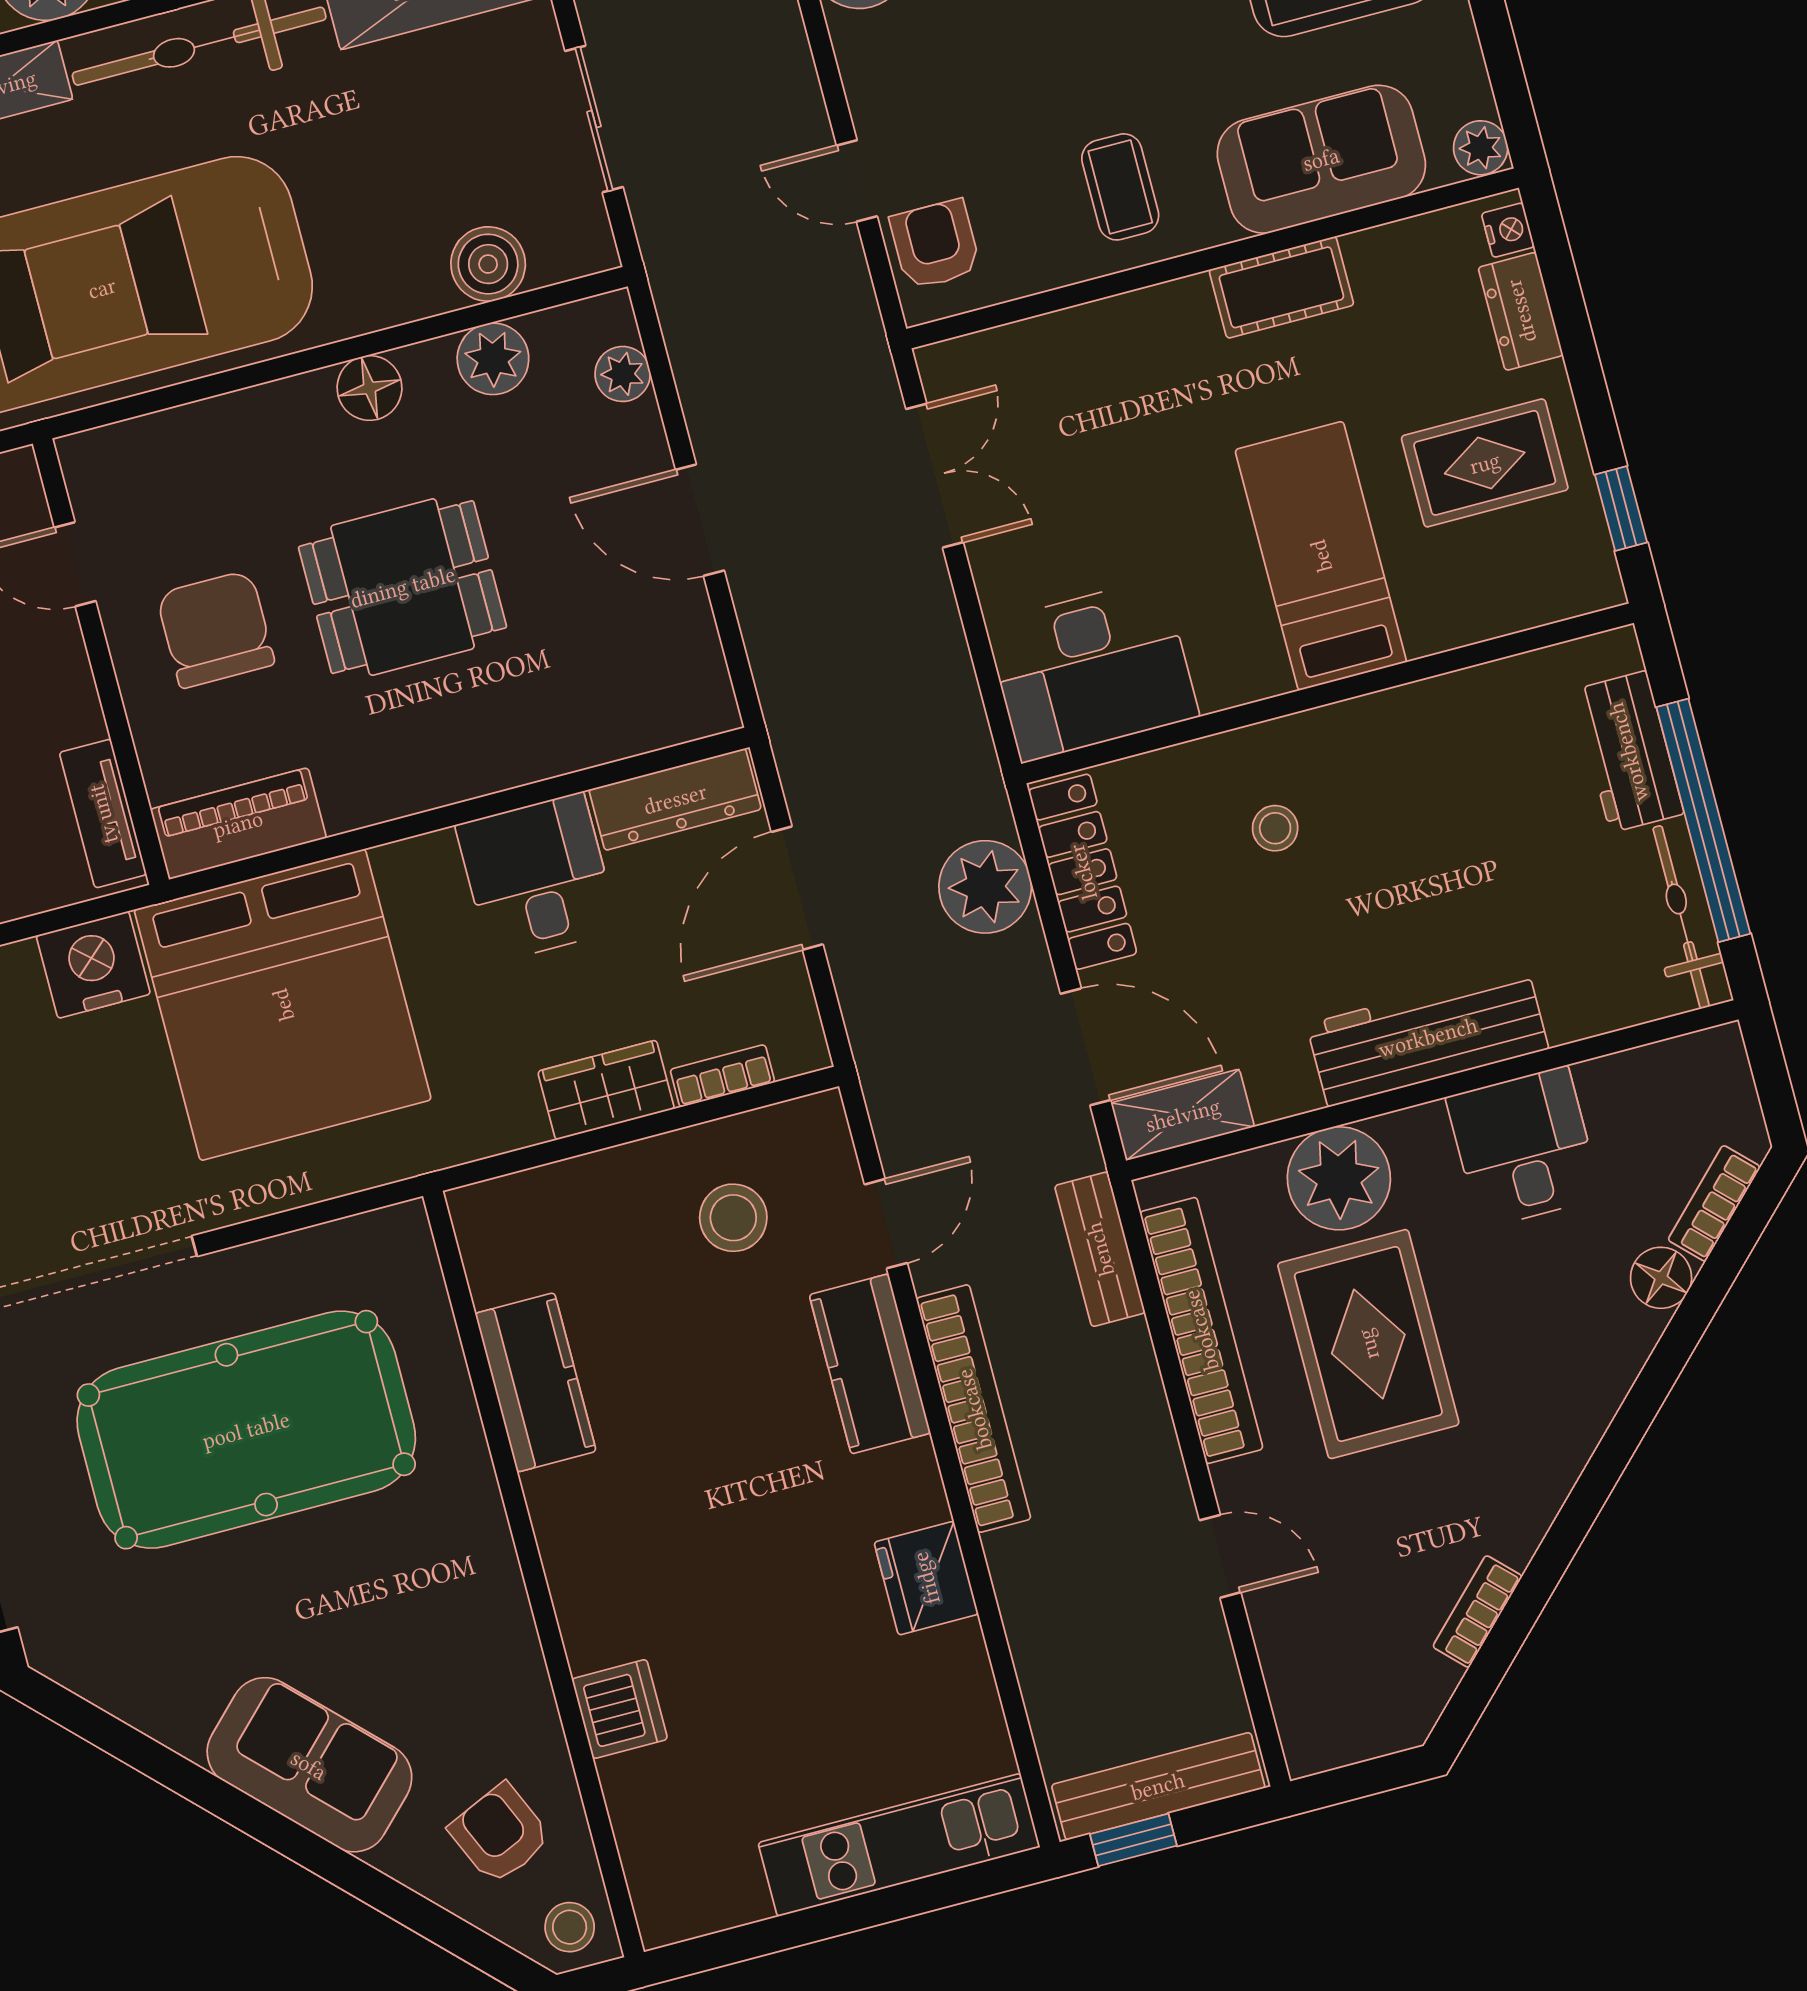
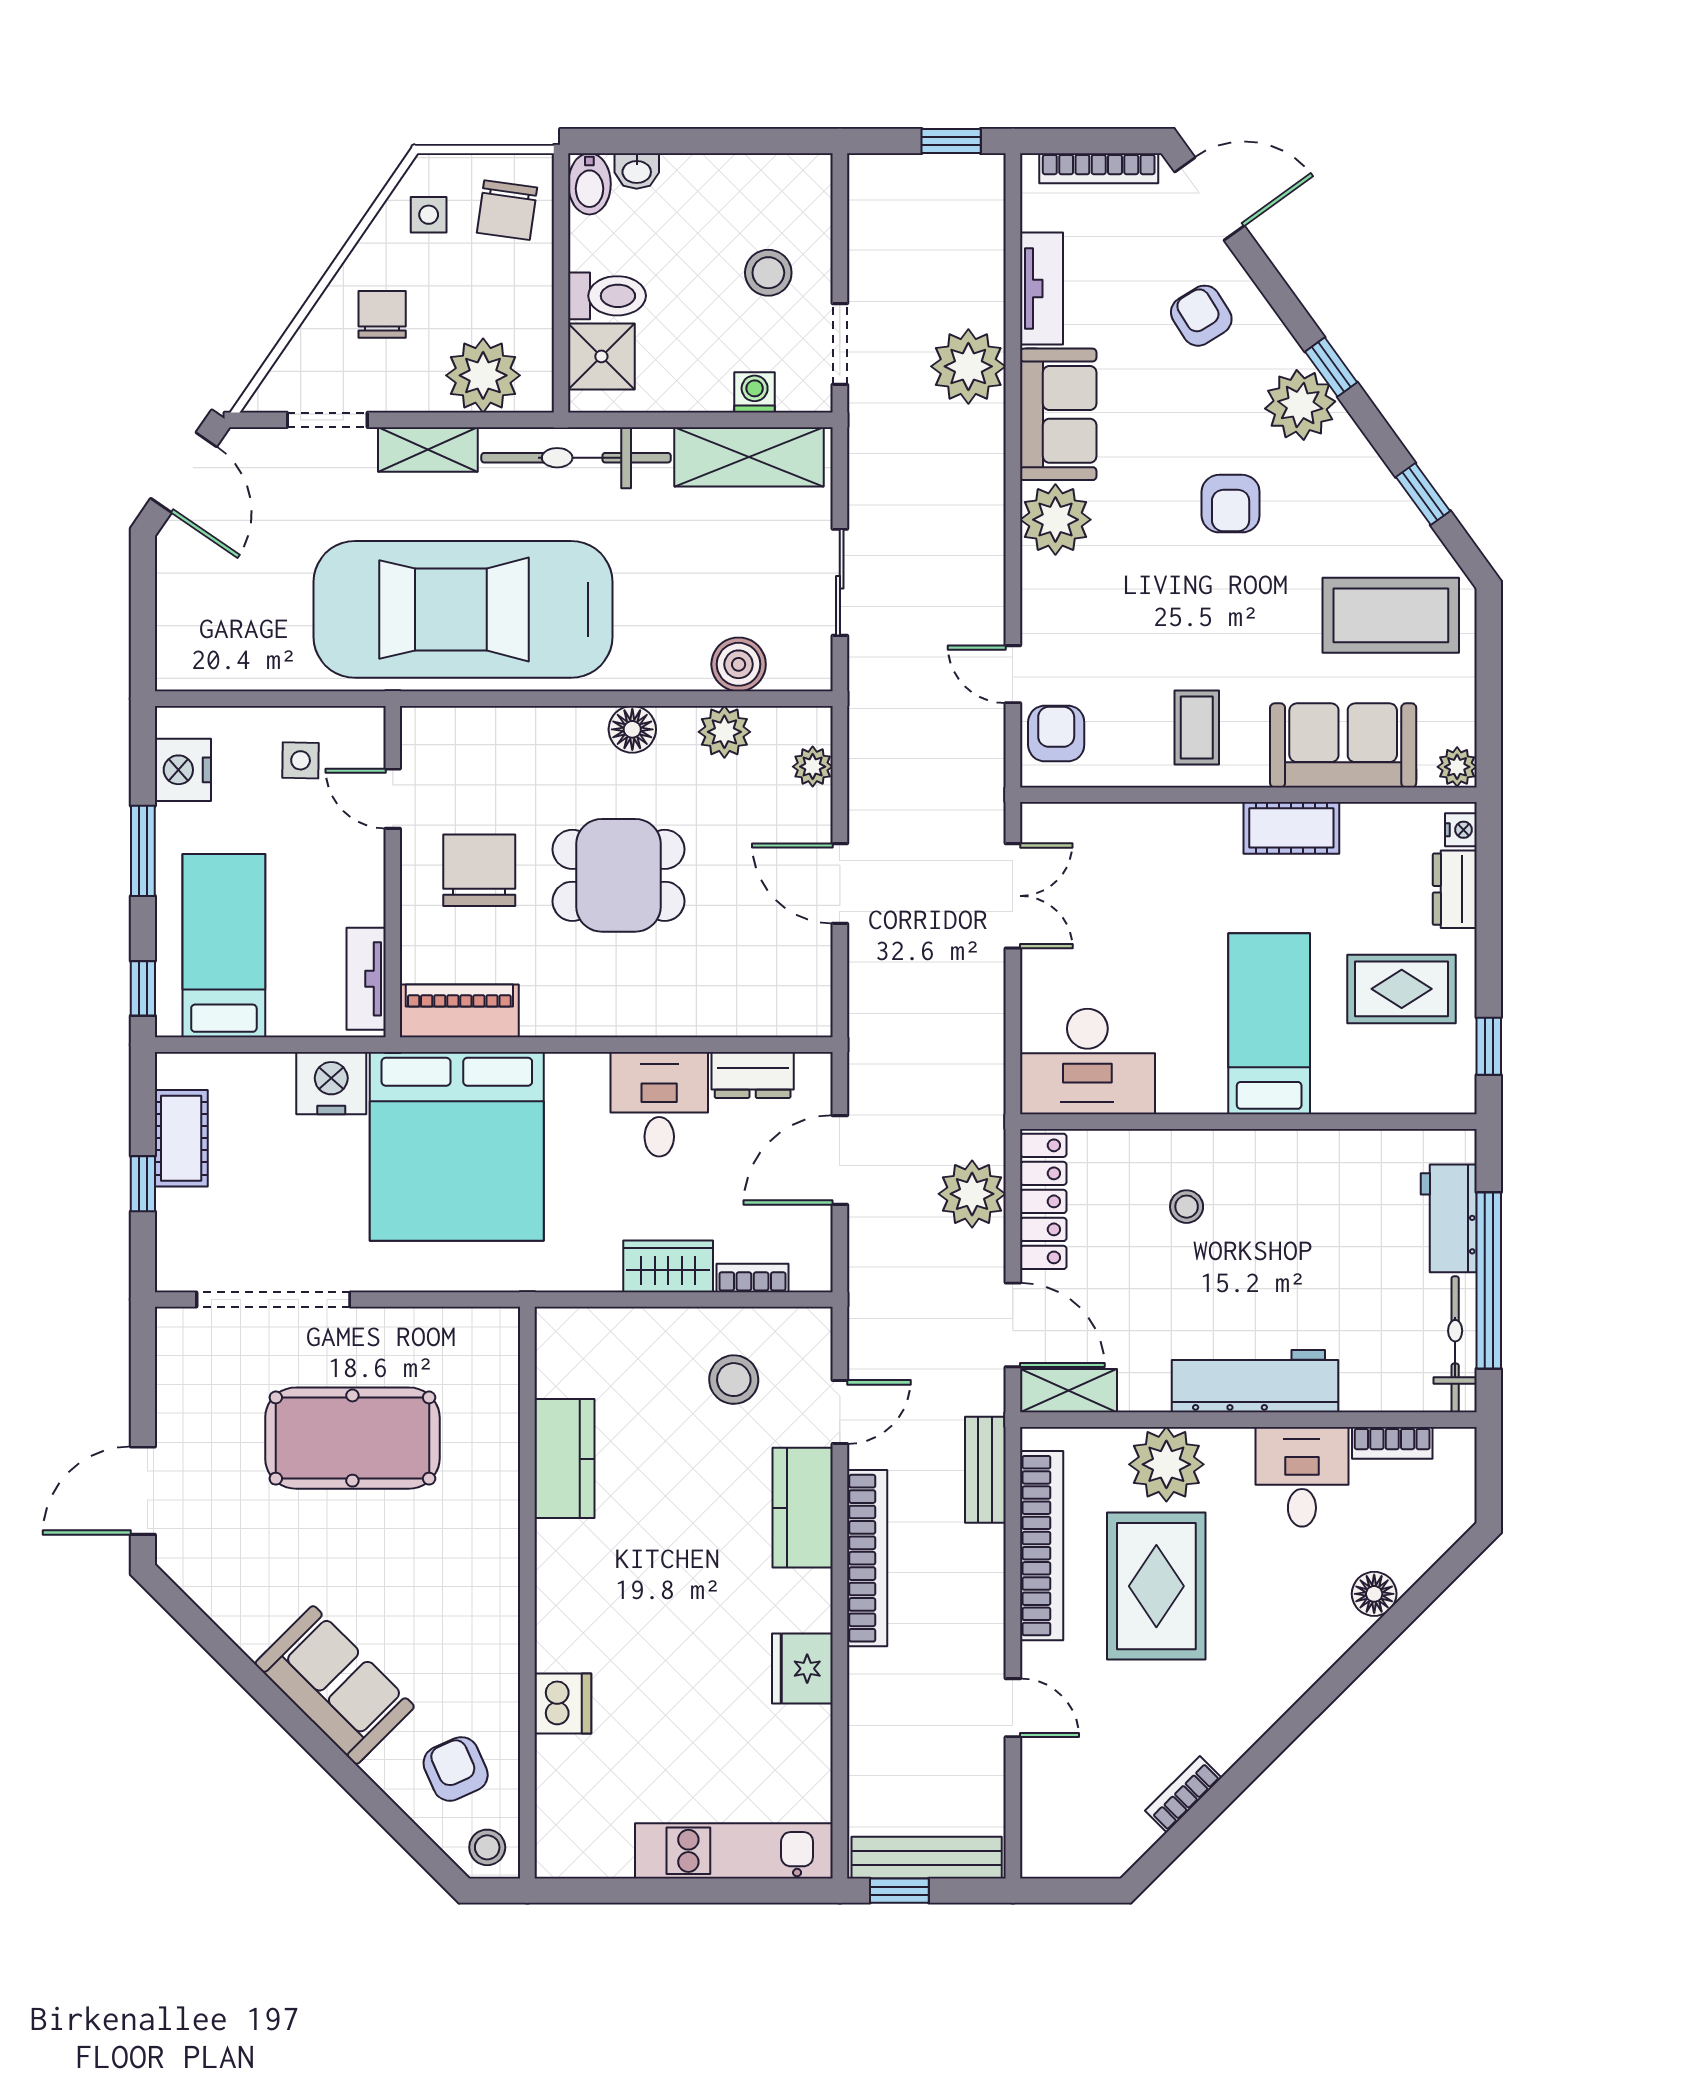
dresser: (675, 799) -> (753, 1075), width x0.70
bookcase: (1714, 1203) -> (1392, 1443), moved, turned -135
pool table: (246, 1430) -> (352, 1438), width x0.73, depth x0.76

